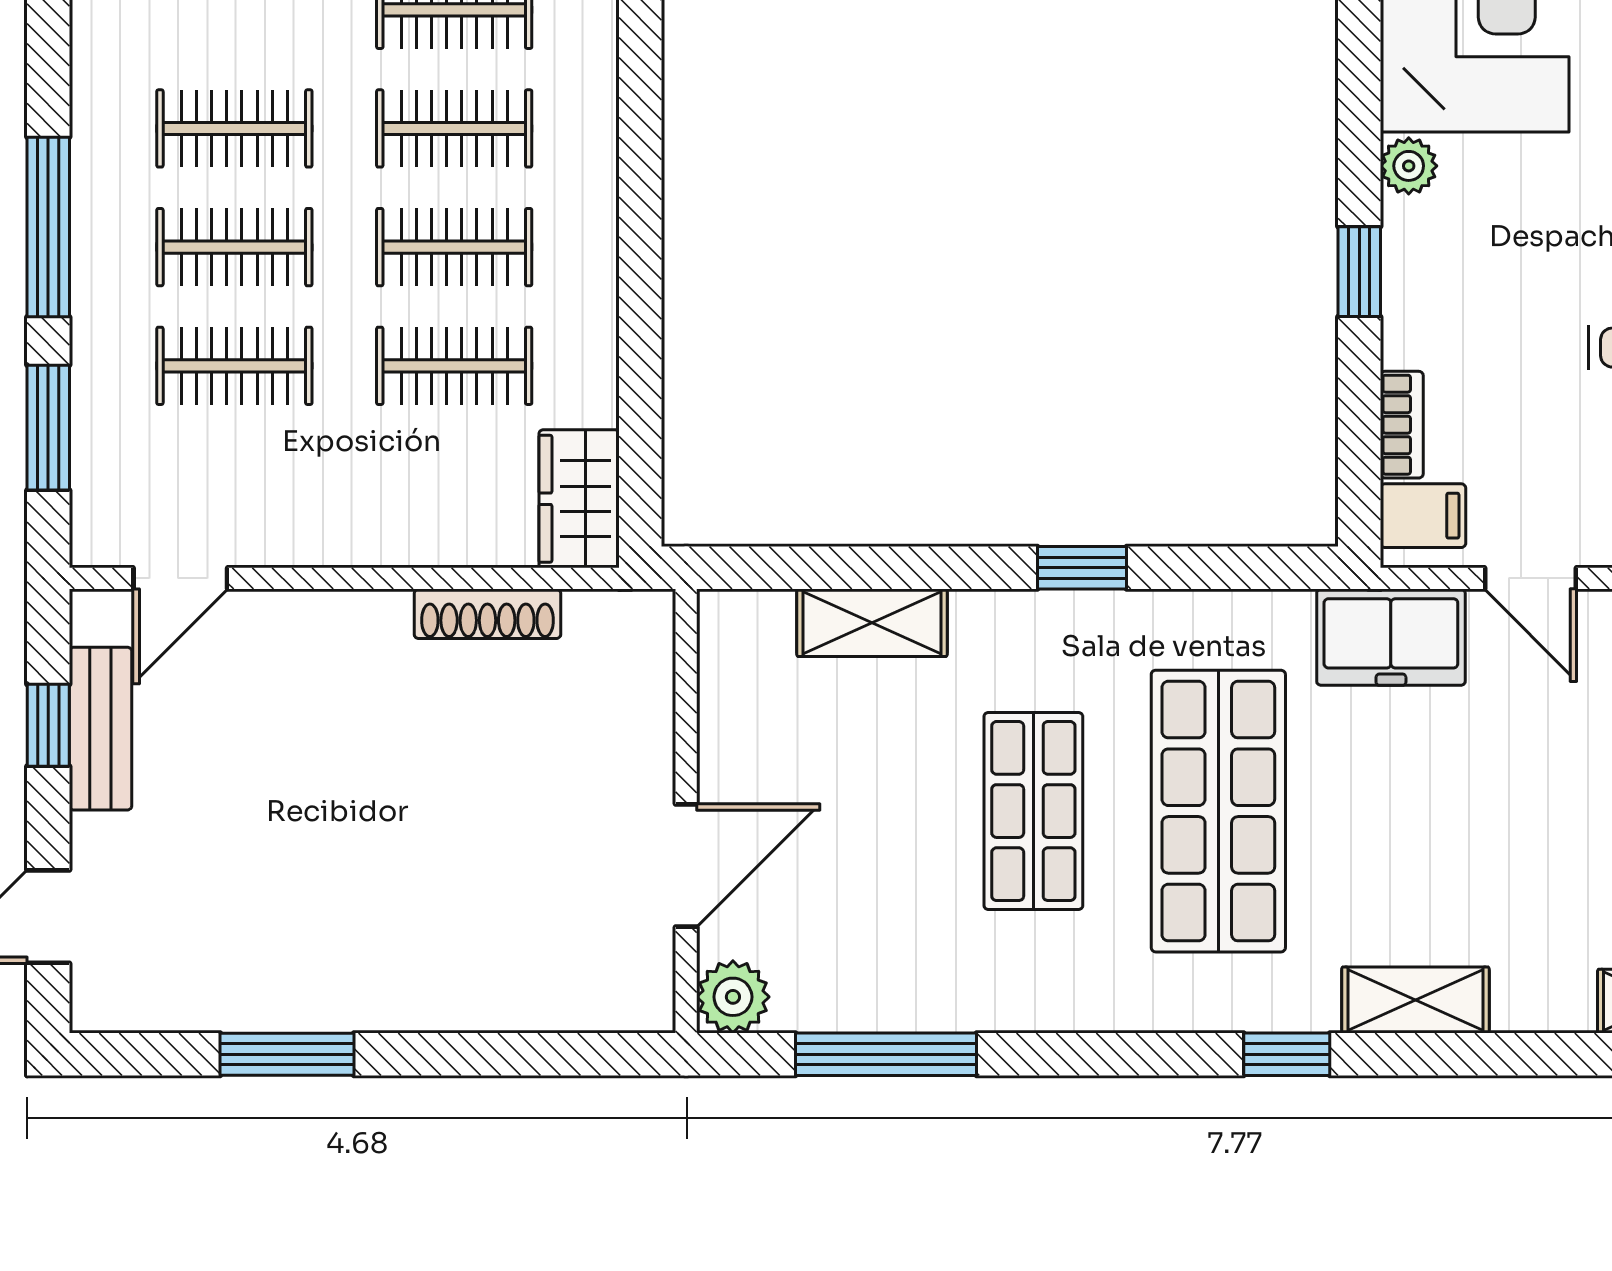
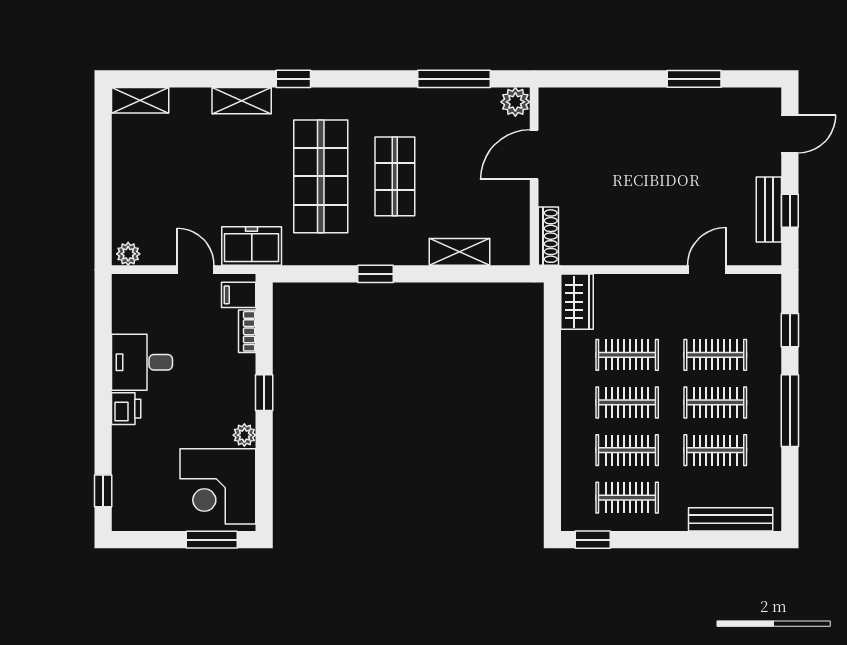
window: (48, 428) -> (790, 330), width x0.67
door: (180, 578) -> (707, 270), moved
shoe rack: (487, 614) -> (548, 236), moved, turned 90

